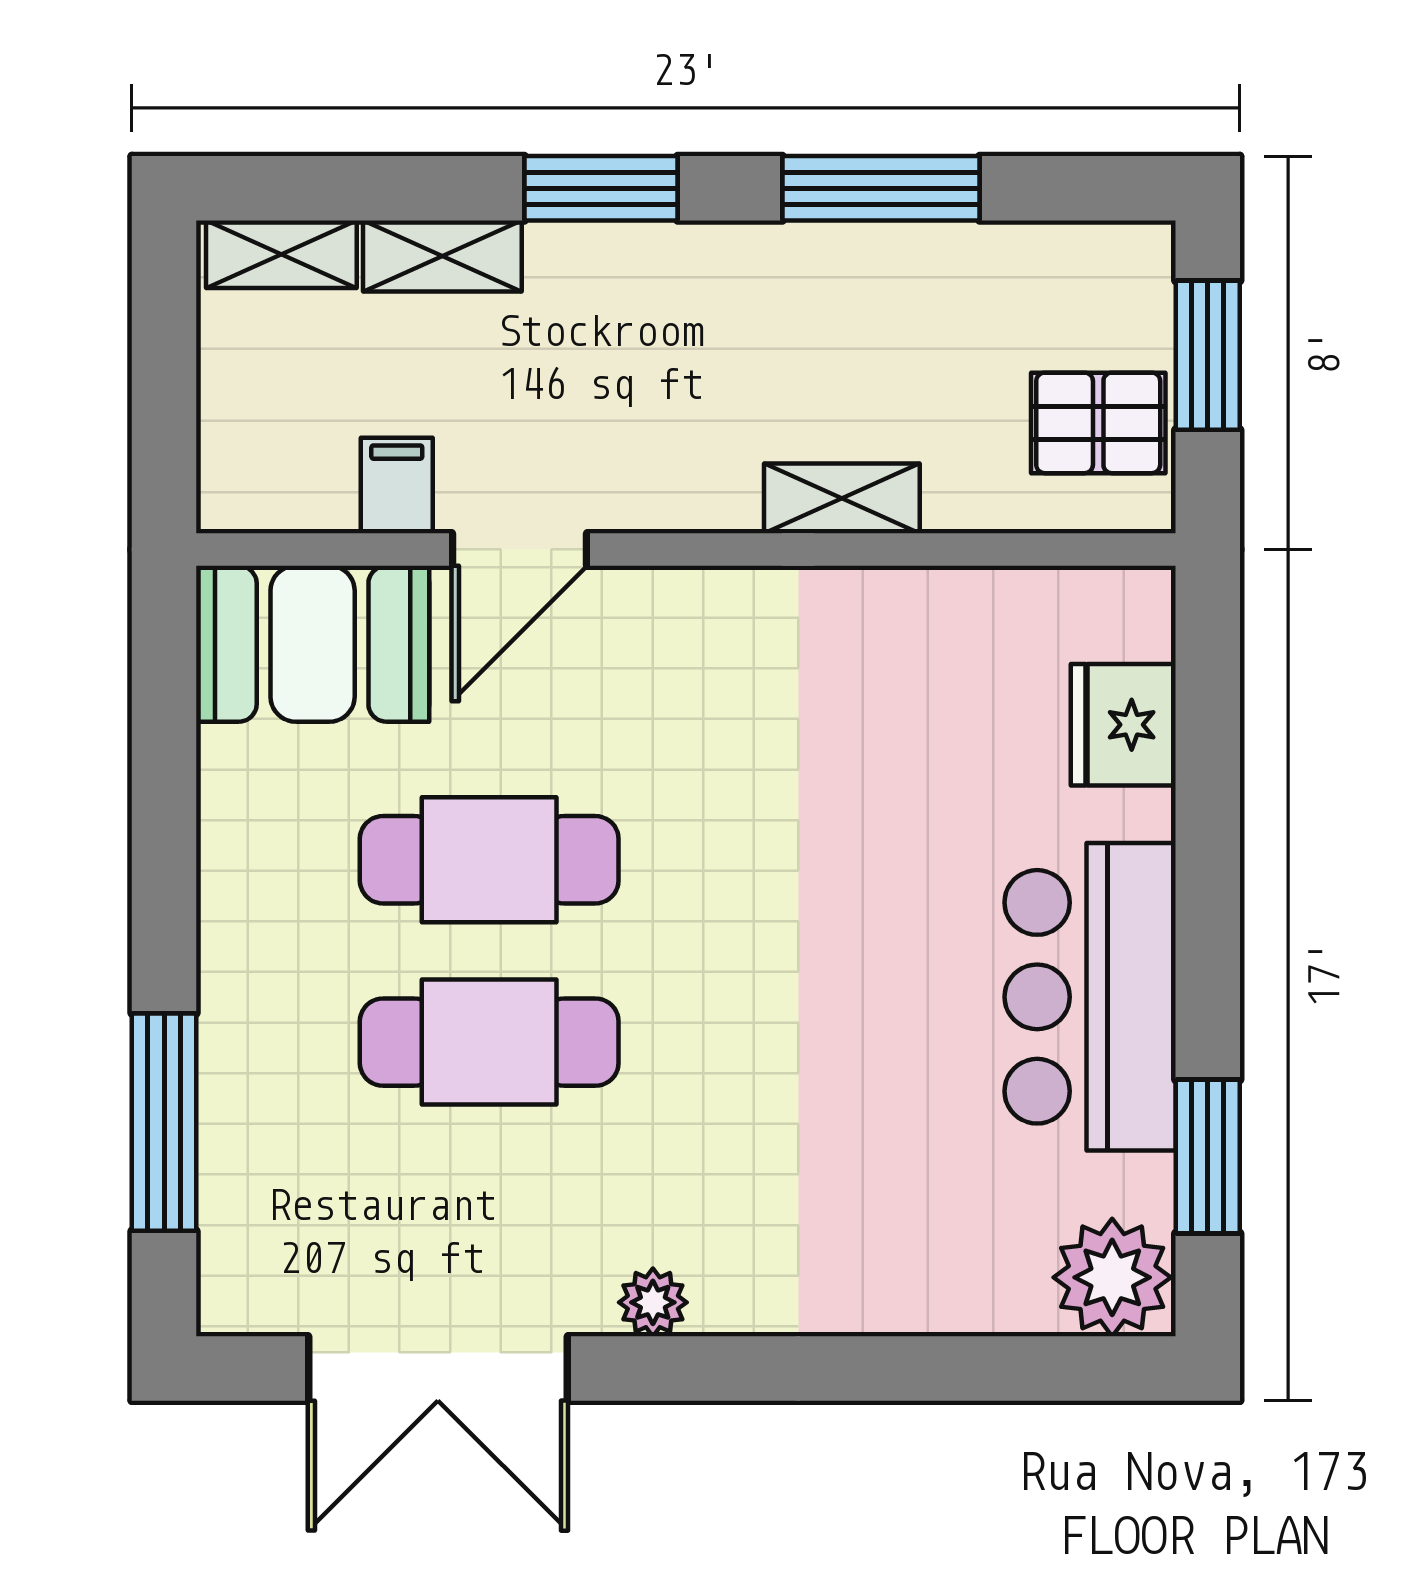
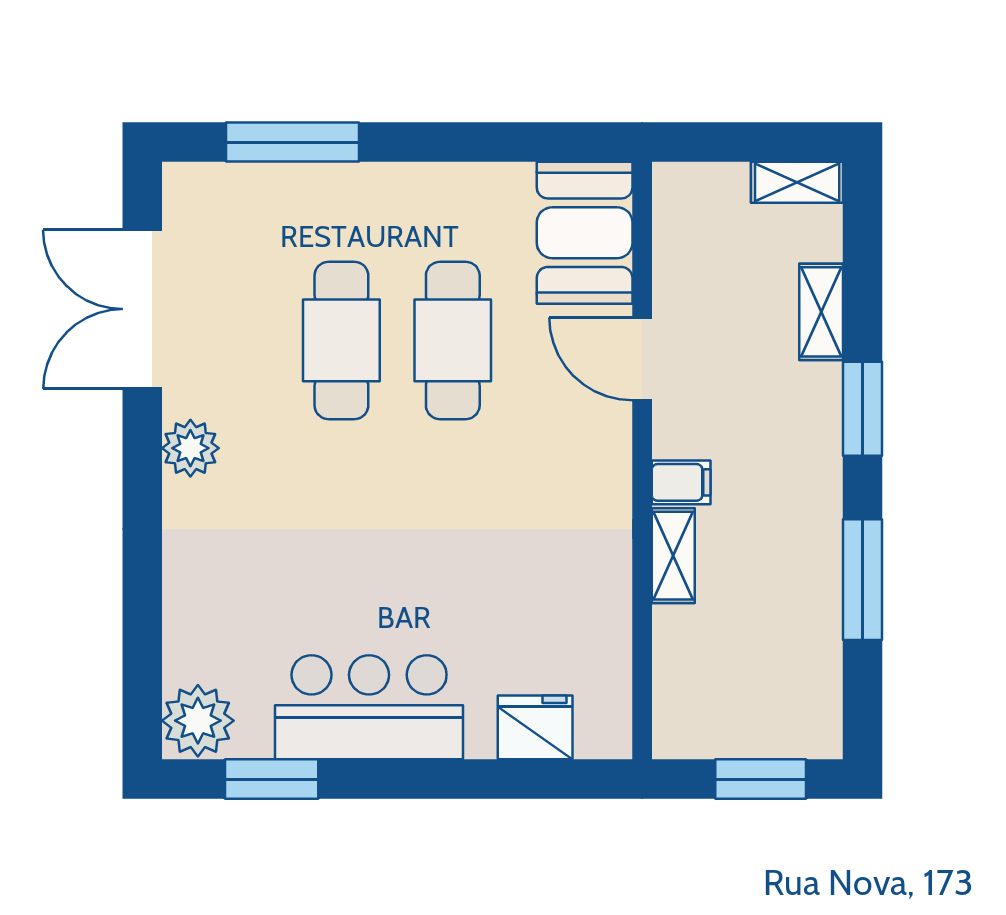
shelving: (281, 254) -> (797, 182), moved, turned 90
pallet: (1098, 423) -> (719, 712), removed
filing cabinet: (397, 486) -> (681, 482), moved
plant: (653, 1302) -> (190, 448), width x1.38, depth x1.38

